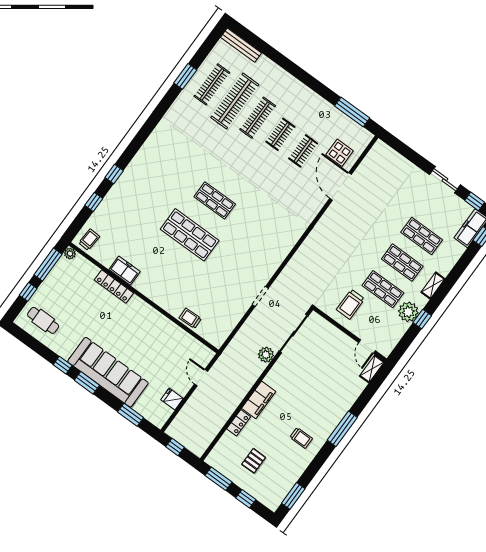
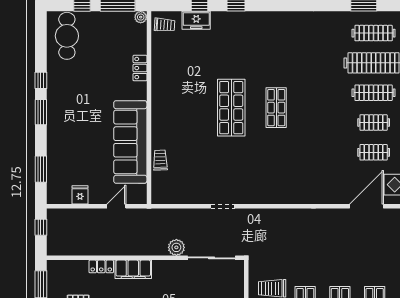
freezer: (125, 271) -> (196, 20), moved, turned 90
locker: (114, 287) -> (140, 68), width x0.66
cafe table: (43, 320) -> (67, 36), width x1.37, depth x1.35
sofa: (108, 372) -> (130, 142), moved, turned 180

